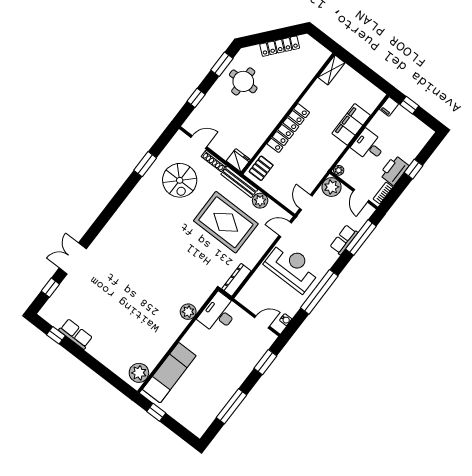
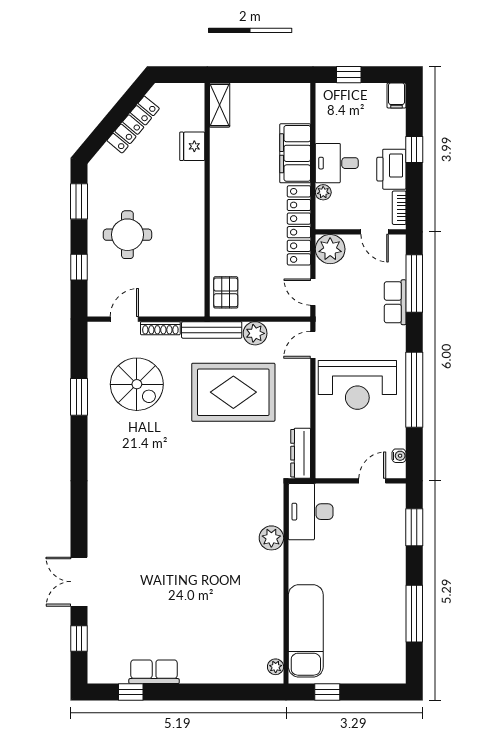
round table: (243, 81) -> (127, 235), moved
filing cabinet: (389, 107) -> (396, 95), moved
locker: (288, 128) -> (299, 225), moved, turned 180
fridge: (238, 160) -> (192, 146), moved, turned -90
plant: (339, 170) -> (323, 192), moved
reception desk: (292, 267) -> (357, 385), turned 180
plant: (139, 373) -> (276, 667), width x0.53, depth x0.53

